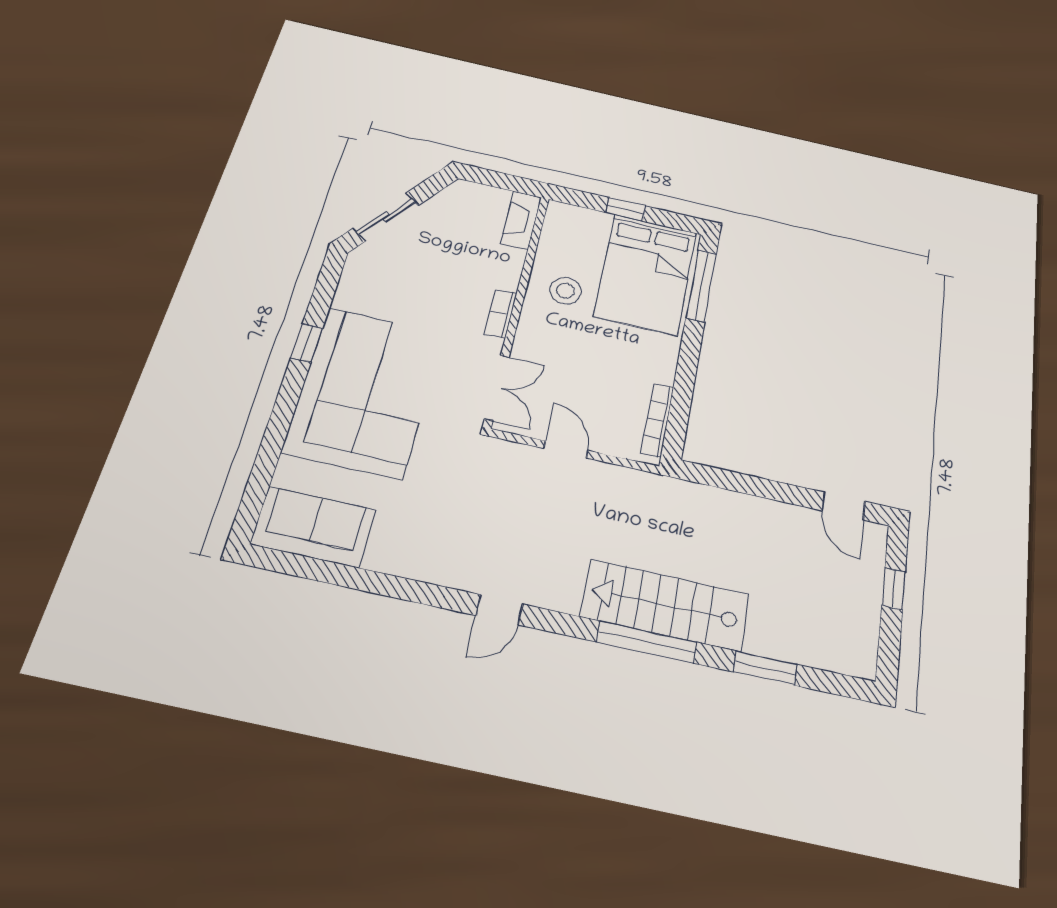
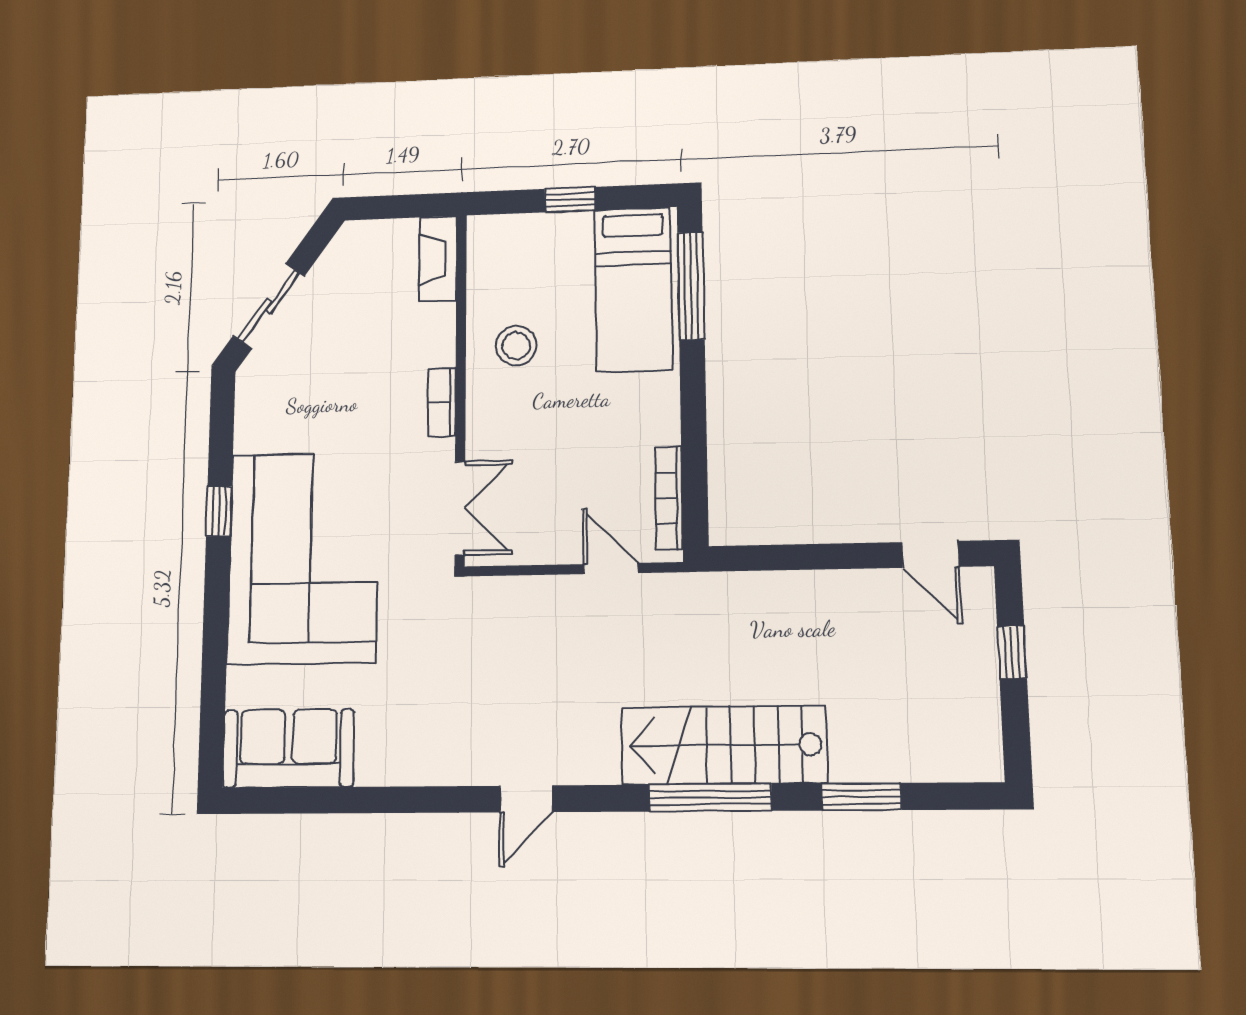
bed: (646, 274) -> (633, 289), width x0.67
door: (566, 449) -> (611, 569), moved

